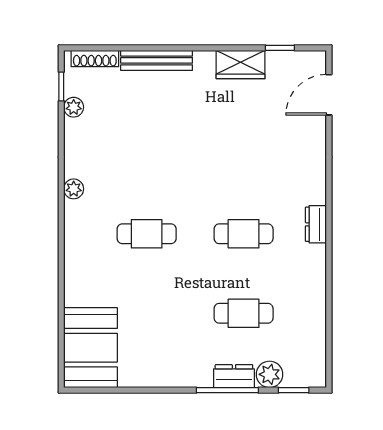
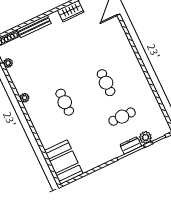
dresser: (316, 224) -> (135, 64), removed
cafe table: (147, 234) -> (65, 102), turned 90
cafe table: (244, 234) -> (106, 83), turned 90

